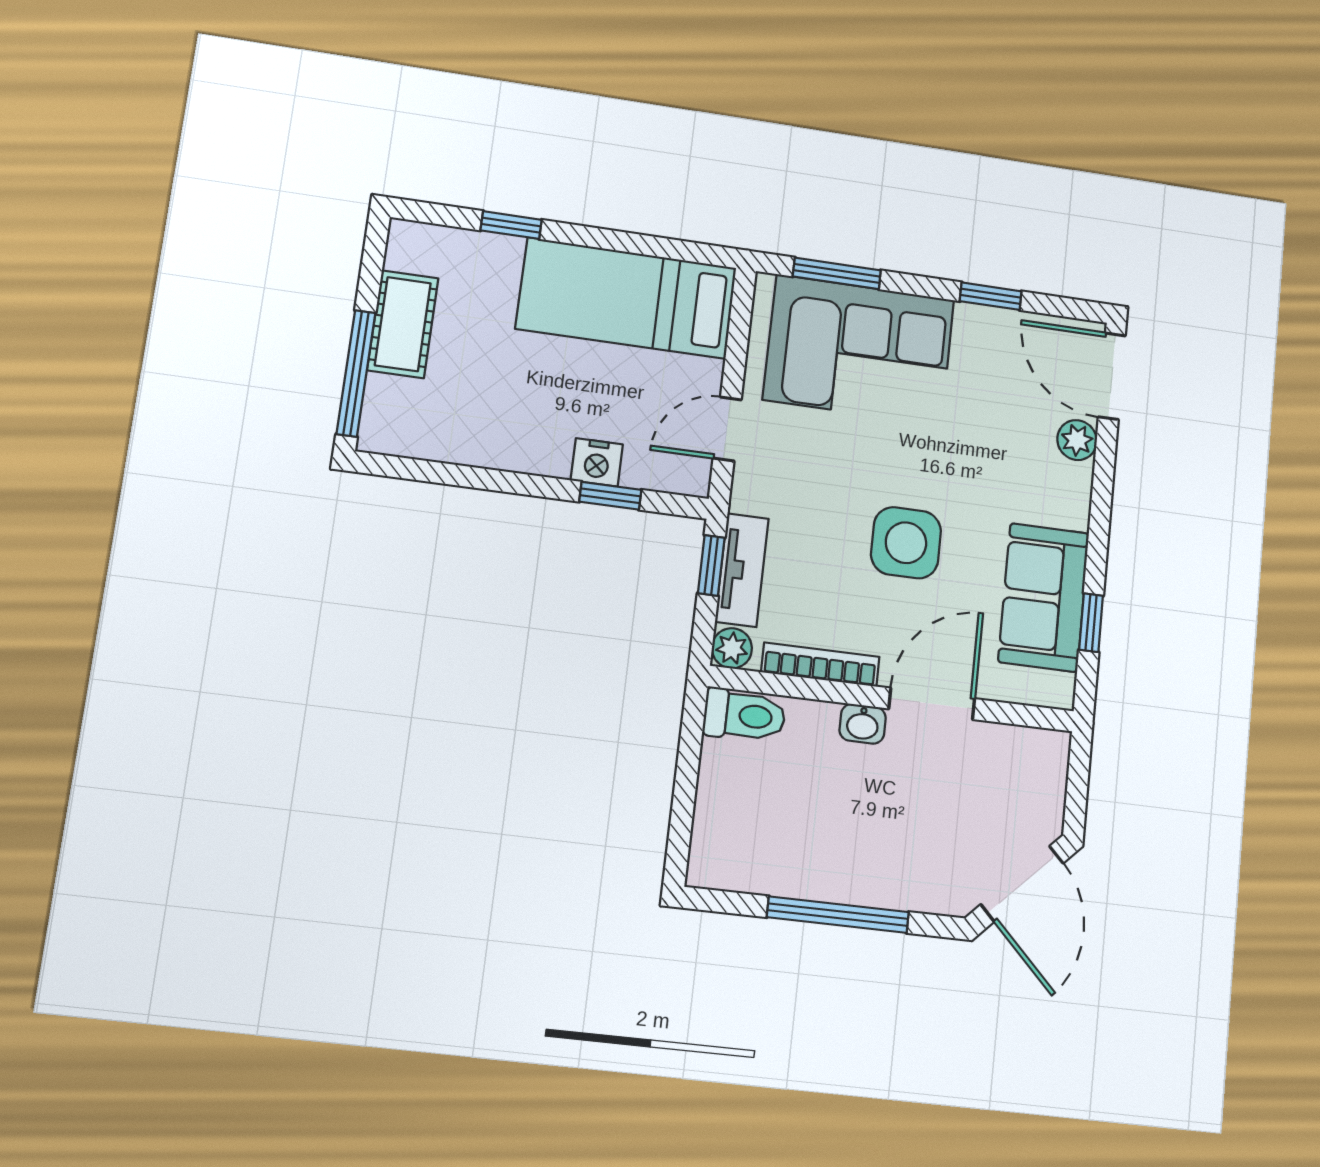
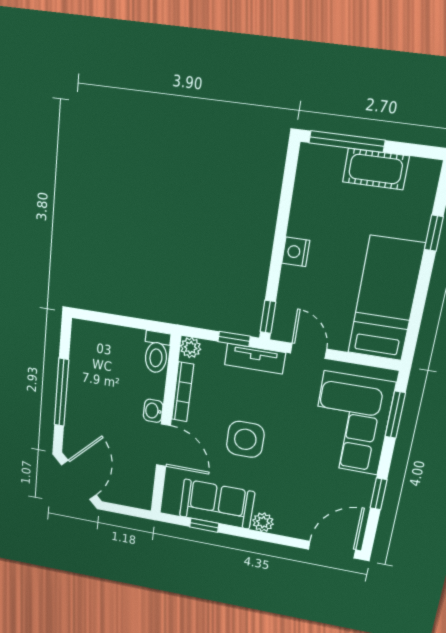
plant: (1077, 440) -> (263, 522), moved
nightstand: (597, 462) -> (296, 252), moved
window: (610, 496) -> (268, 317), moved
tv unit: (742, 570) -> (255, 359), moved
door: (1022, 884) -> (79, 480), swing flipped

